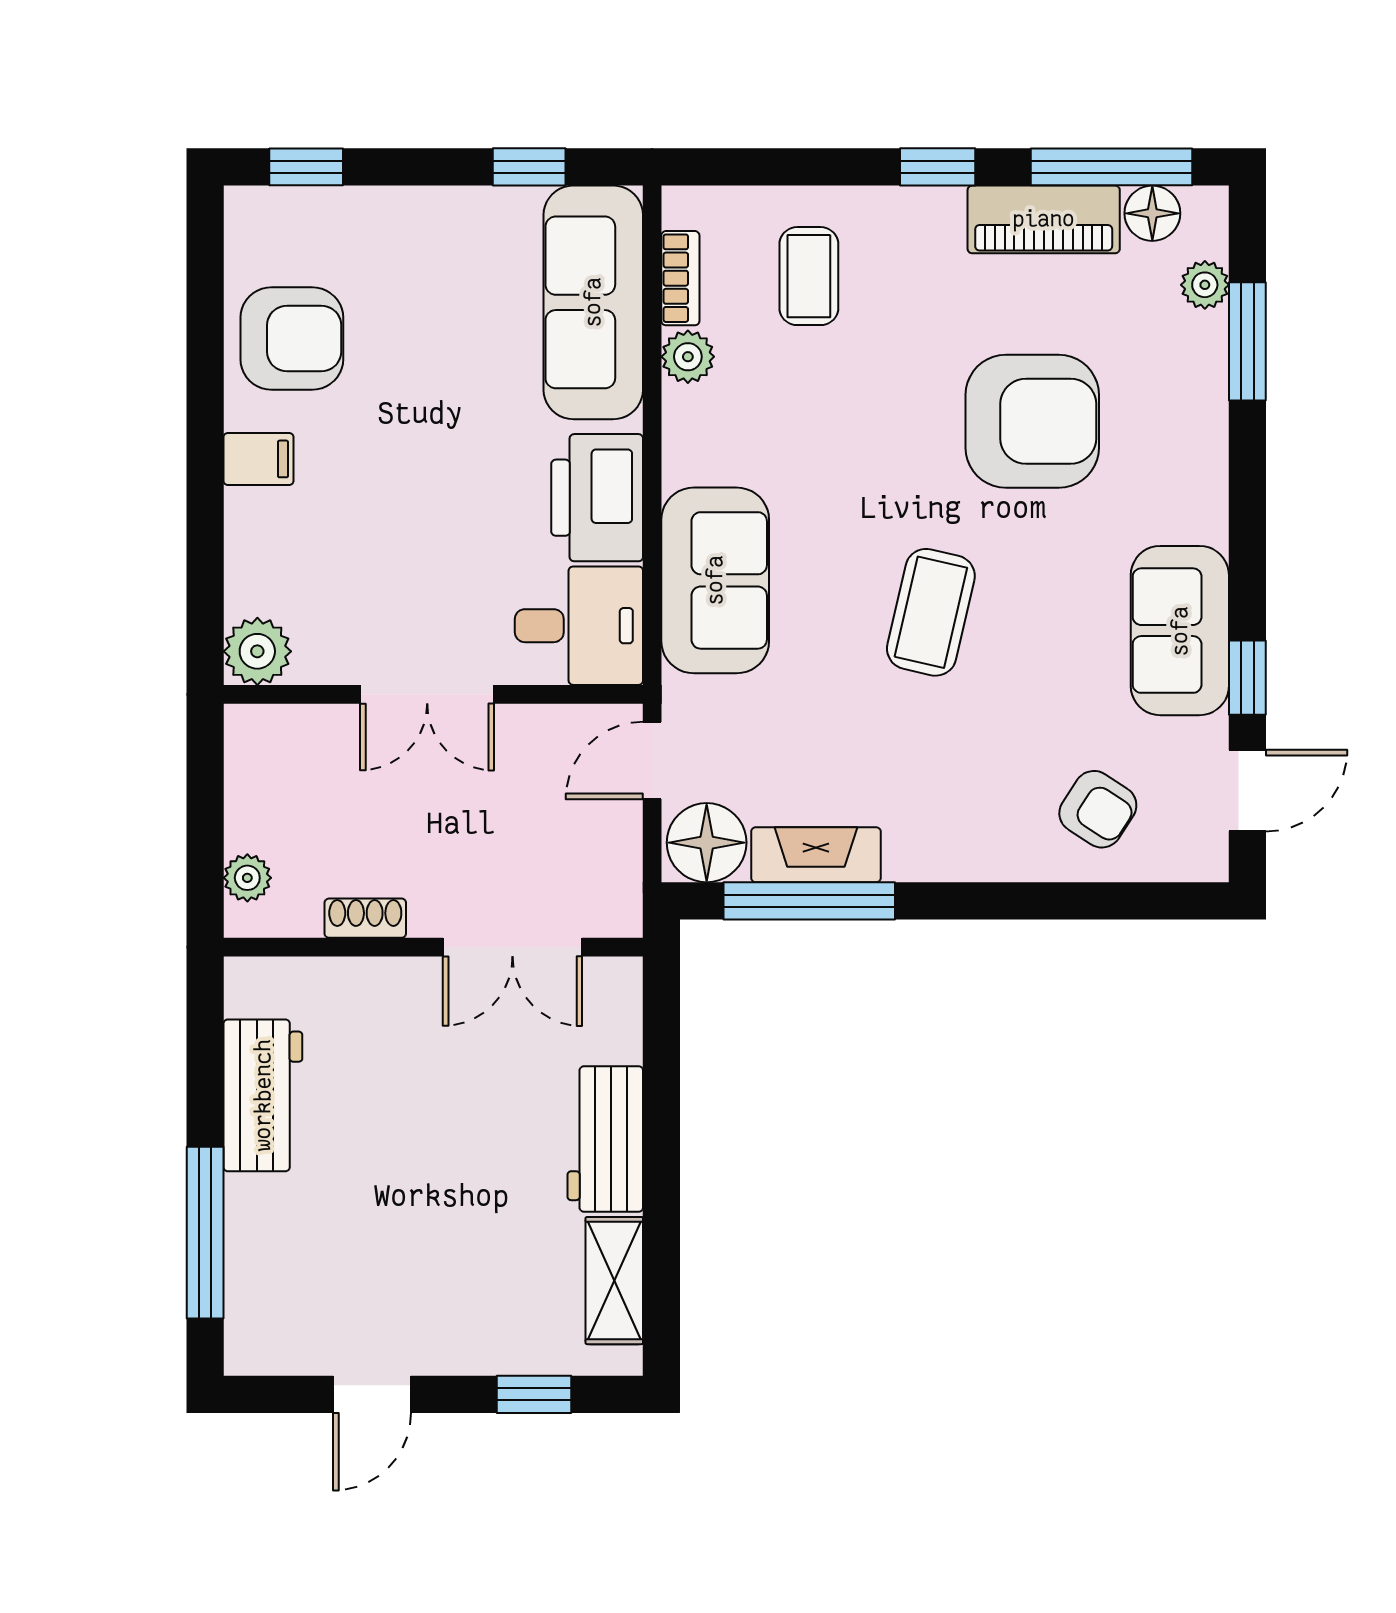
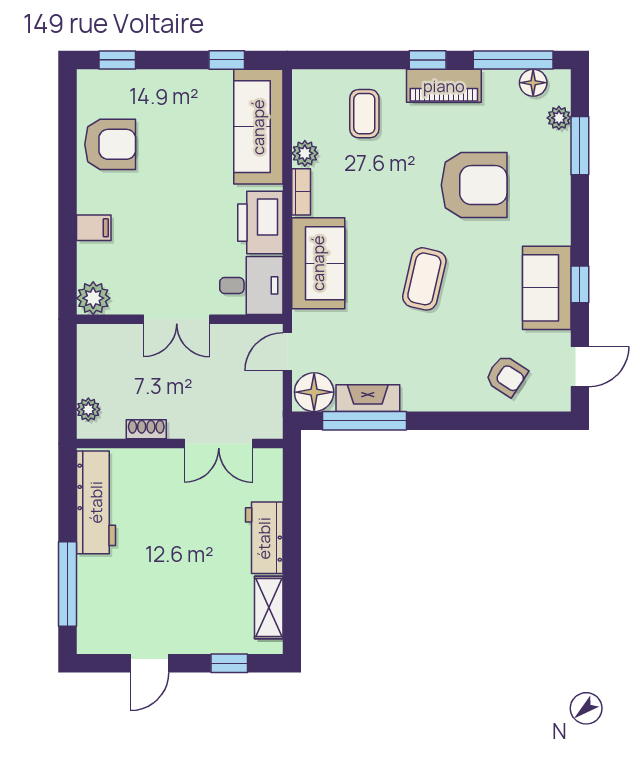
piano: (1044, 219) -> (444, 86), moved
bookcase: (680, 278) -> (301, 192), moved
filing cabinet: (259, 459) -> (94, 228), moved
window: (1247, 678) -> (580, 284), moved
workbench: (263, 1095) -> (96, 502), width x1.38

